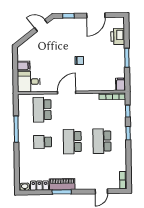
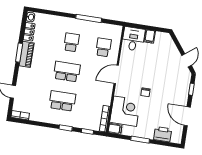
corner desk: (101, 77) -> (125, 111), added
door: (67, 92) -> (116, 74), swing flipped
school desk: (42, 110) -> (103, 47), width x0.54

